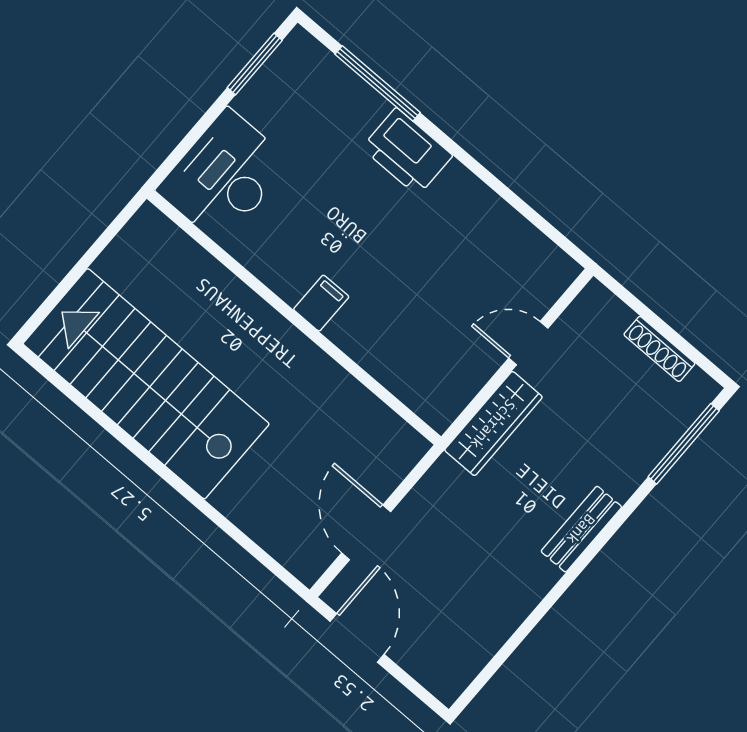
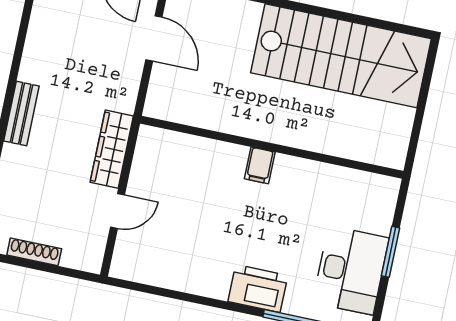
window: (255, 64) -> (391, 252), moved
desk: (224, 176) -> (351, 270), moved

